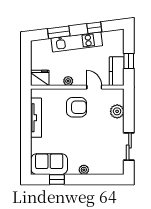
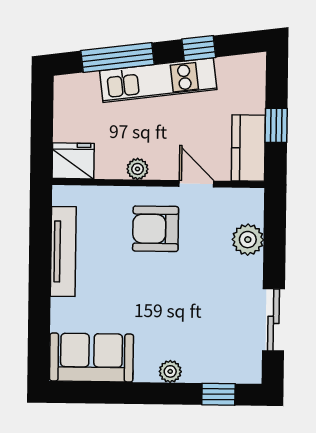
window: (59, 32) -> (118, 58), width x1.44
armchair: (77, 107) -> (156, 229), turned 180
window: (57, 179) -> (218, 394), moved

